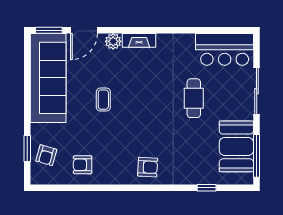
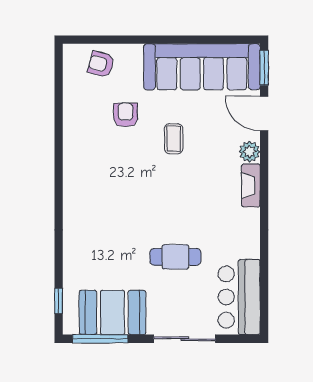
coffee table: (103, 100) -> (174, 139), turned 90
window: (27, 148) -> (110, 40), removed
armchair: (83, 165) -> (126, 115), moved
armchair: (148, 167) -> (85, 197), removed
window: (207, 188) -> (59, 301), moved

